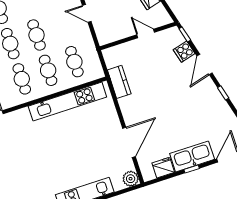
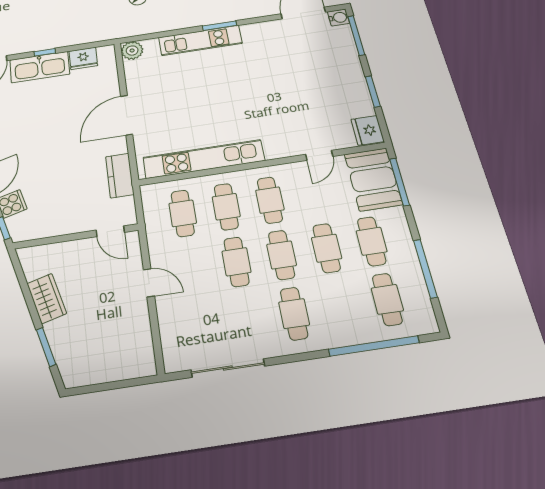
door: (146, 33) -> (110, 231), moved
door: (129, 142) -> (127, 115), moved

